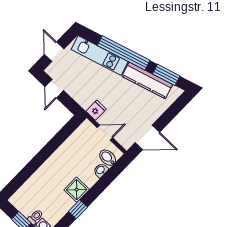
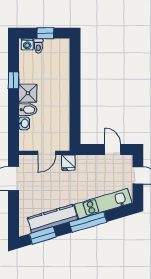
window: (124, 53) -> (88, 222), width x0.68
bidet: (108, 158) -> (28, 110), moved

